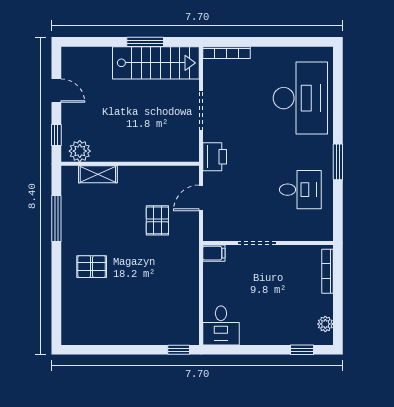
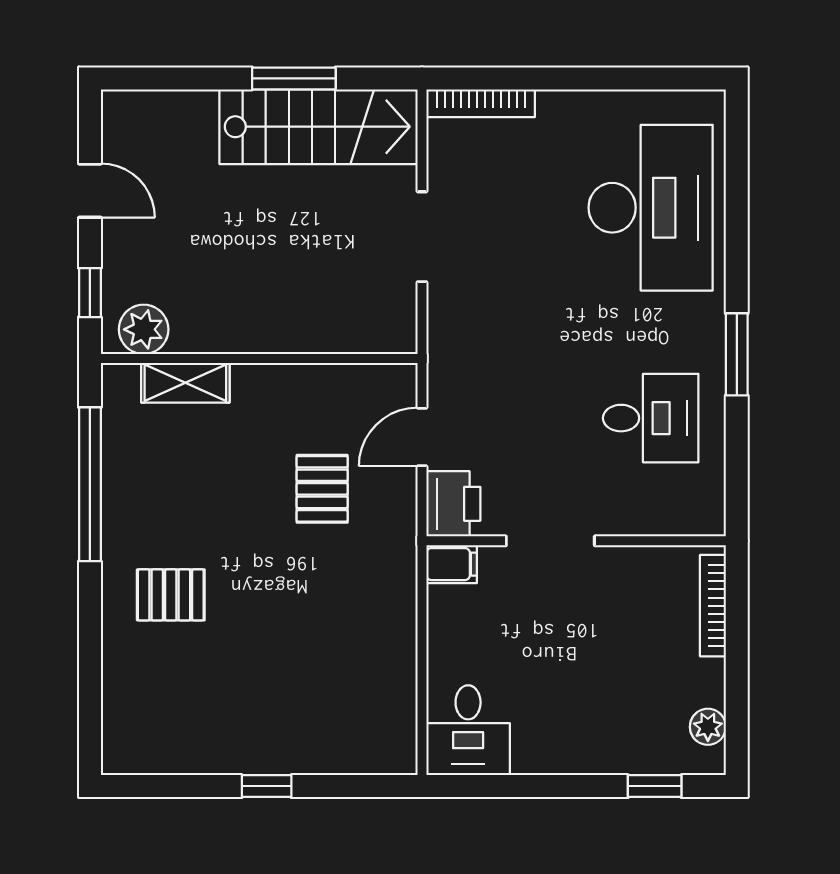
printer: (215, 157) -> (453, 504), moved
window: (56, 218) -> (90, 484), width x1.46
window: (179, 350) -> (267, 786), moved

